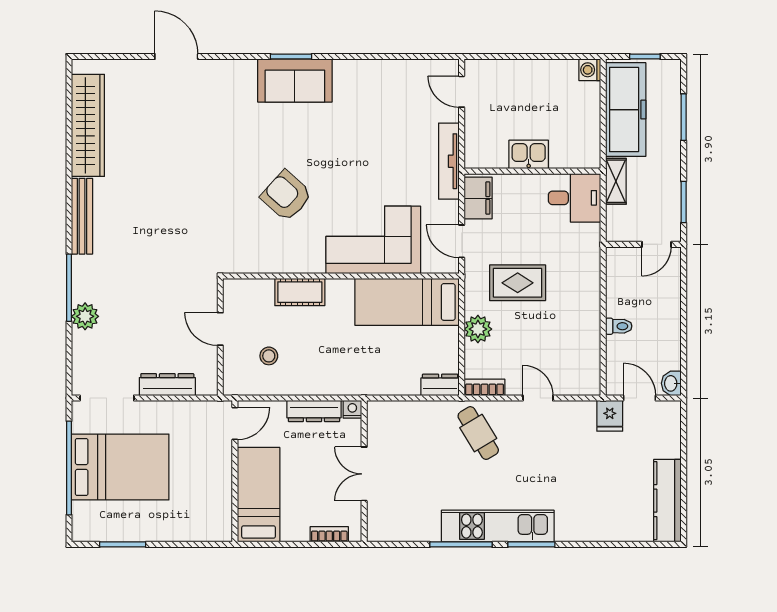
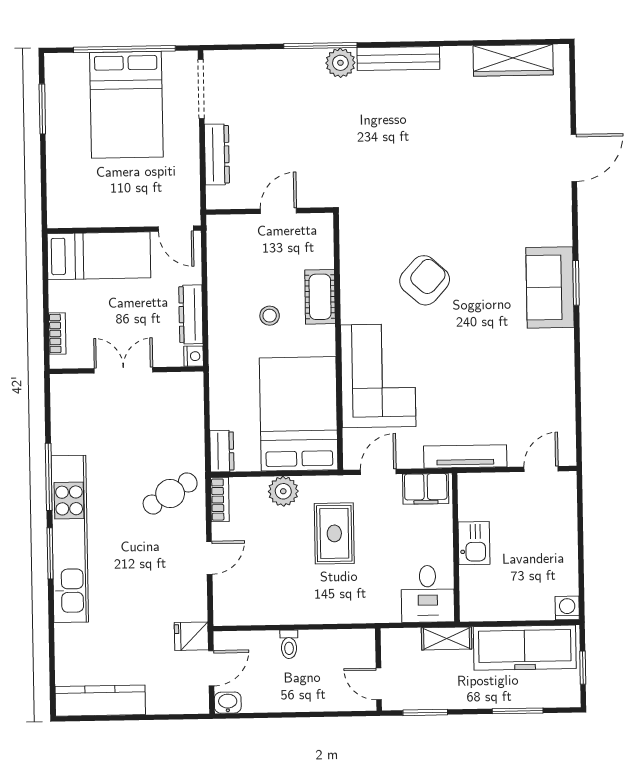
wardrobe: (88, 125) -> (513, 60), width x0.71, depth x0.85
bed: (407, 302) -> (299, 414), width x1.50
plant: (85, 316) -> (340, 63), moved
stool: (269, 356) -> (270, 316), moved
kitchen unit: (498, 526) -> (70, 539), width x1.36

